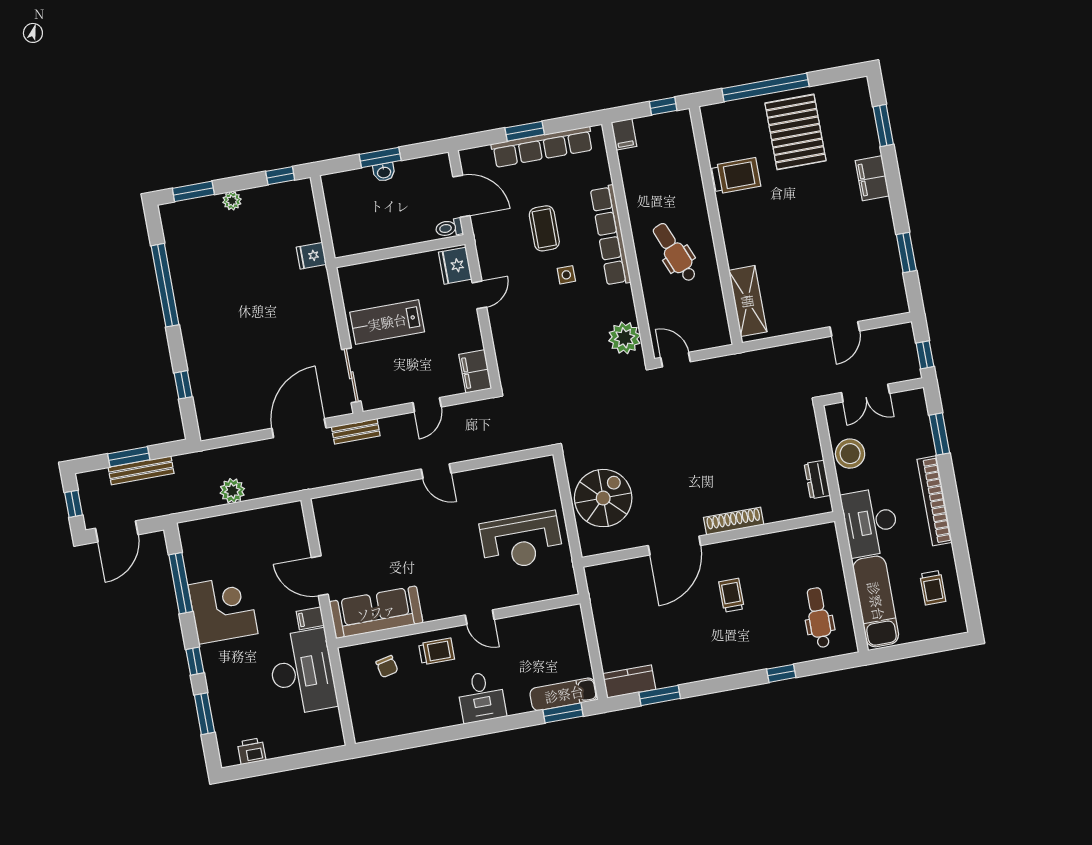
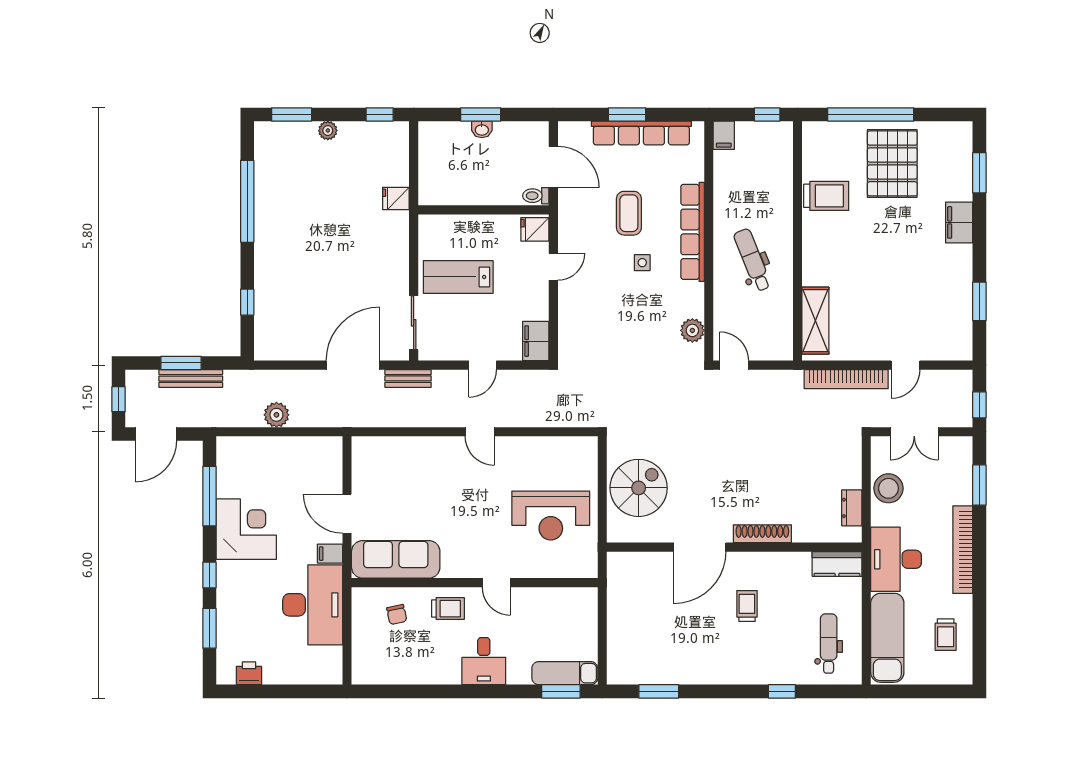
fridge: (455, 266) -> (535, 229), width x0.72
plant: (625, 338) -> (692, 330), width x0.73, depth x0.73
bookcase: (789, 353) -> (846, 379), added
kitchen counter: (629, 681) -> (837, 564), moved, turned 180

